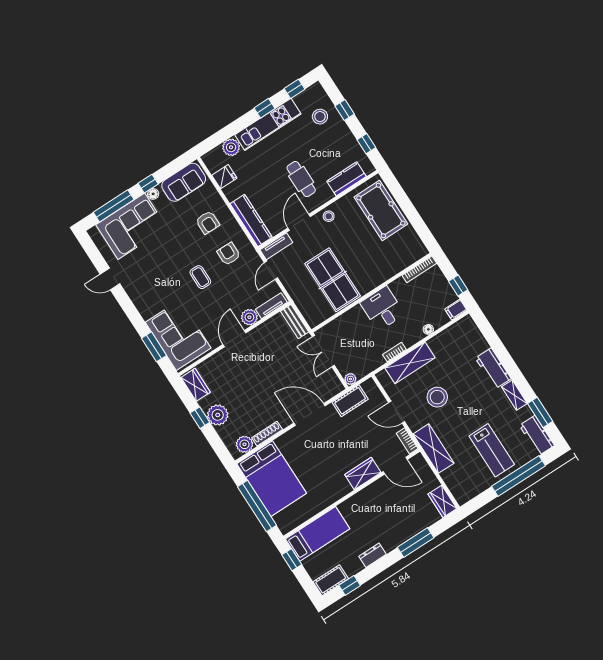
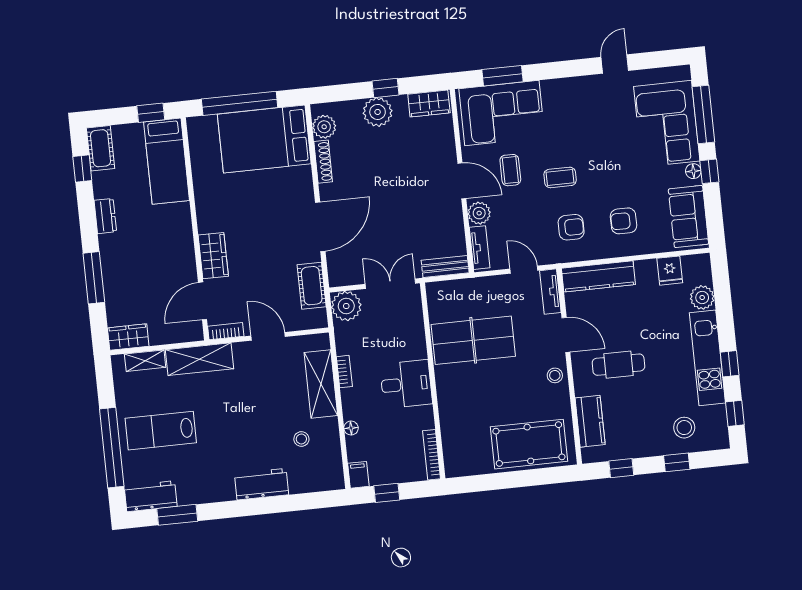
coffee table: (212, 311) -> (510, 170), added
plant: (350, 379) -> (346, 306), width x1.88, depth x1.88
shelving: (514, 395) -> (145, 361), moved
stool: (437, 397) -> (301, 439), moved, width x0.53, depth x0.53
door: (397, 412) -> (268, 336), hinge flipped

